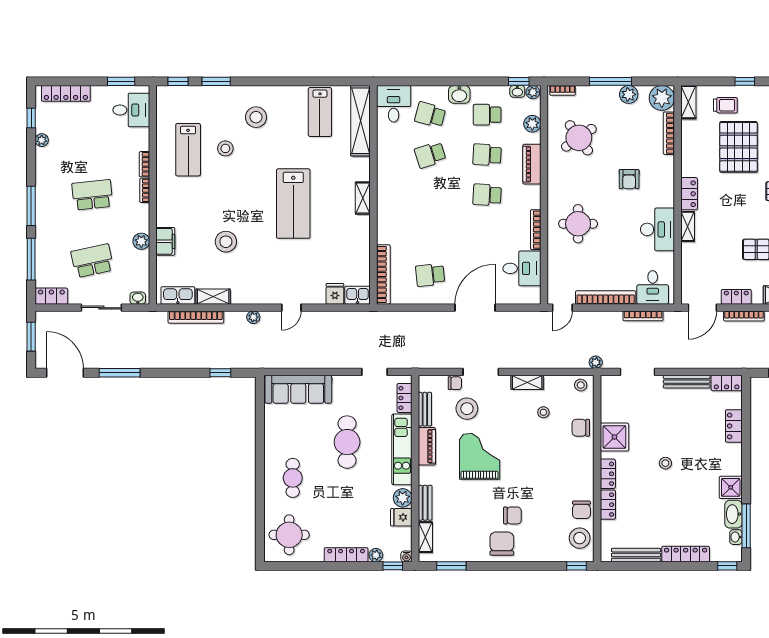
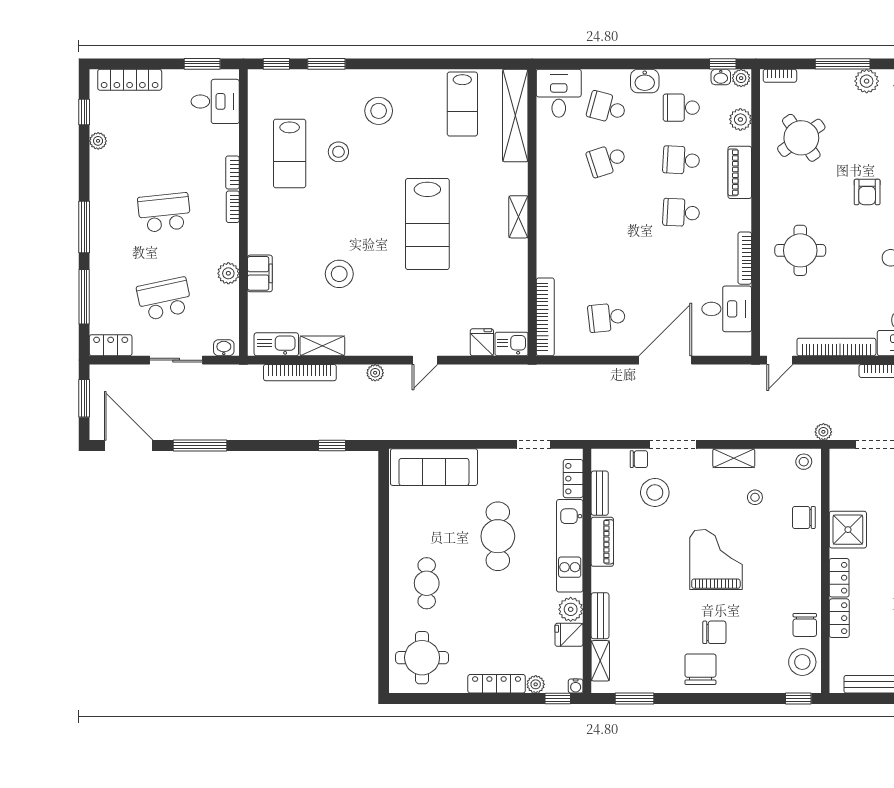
grand piano: (480, 456) -> (716, 559), moved

